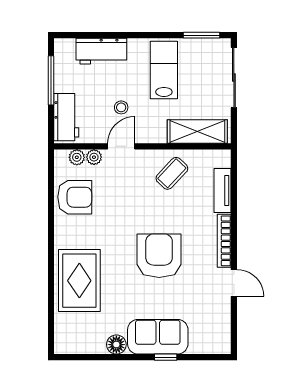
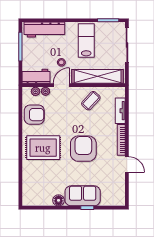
workbench: (101, 51) -> (44, 30), width x1.38
workbench: (66, 117) -> (36, 76), moved, turned -90
shelving: (197, 132) -> (98, 76), width x1.47
rug: (79, 281) -> (43, 148), moved, turned 90

